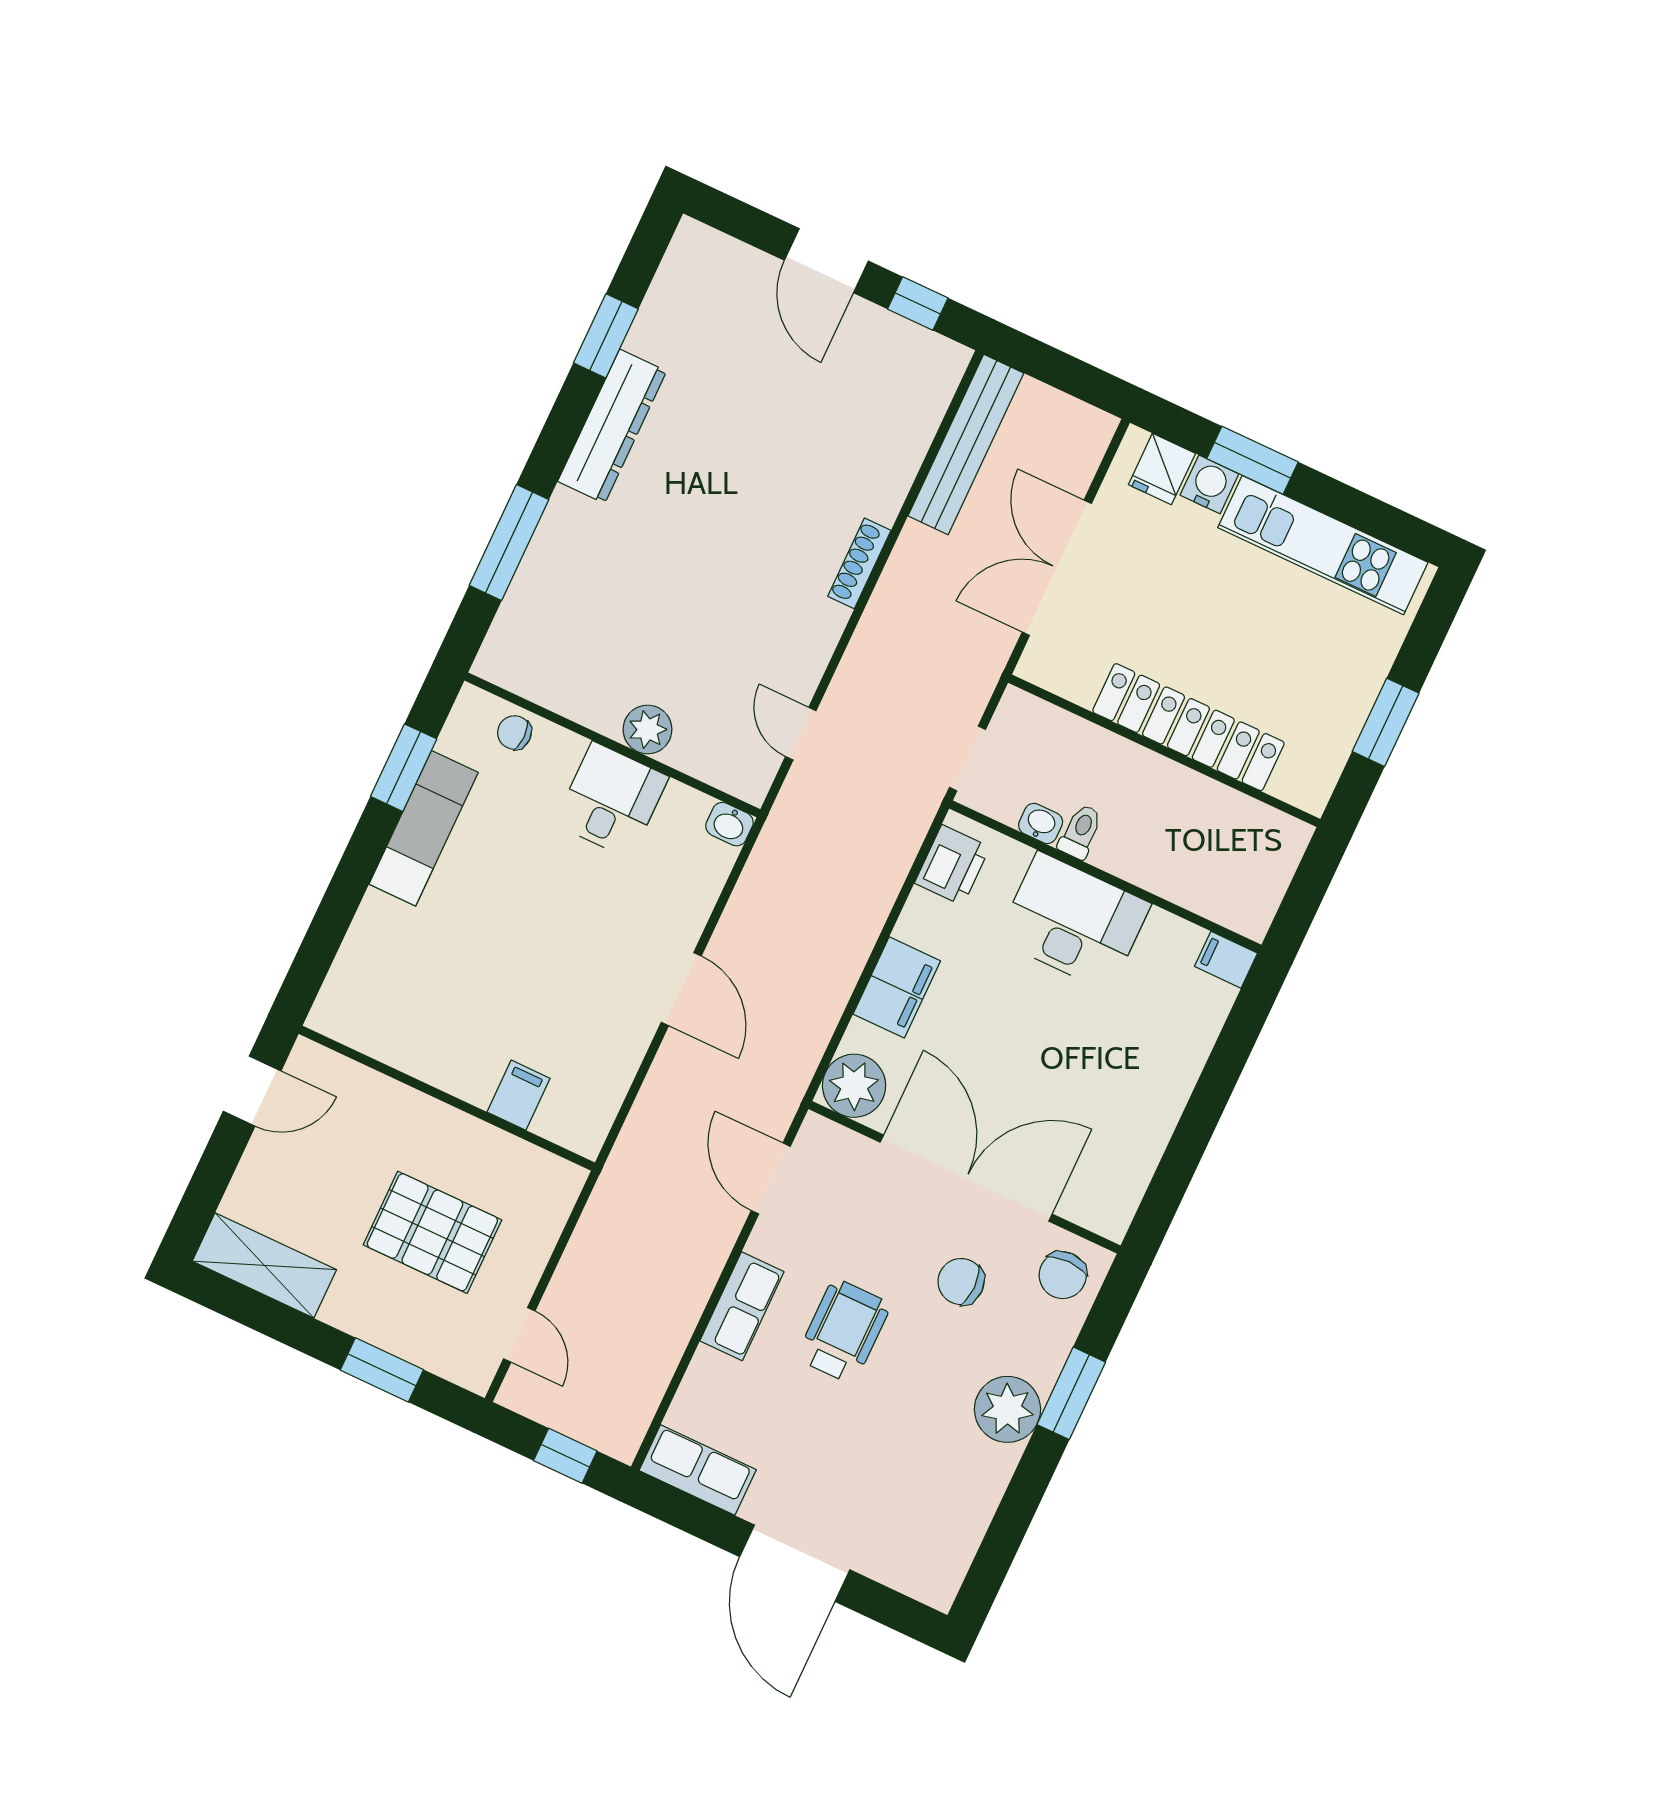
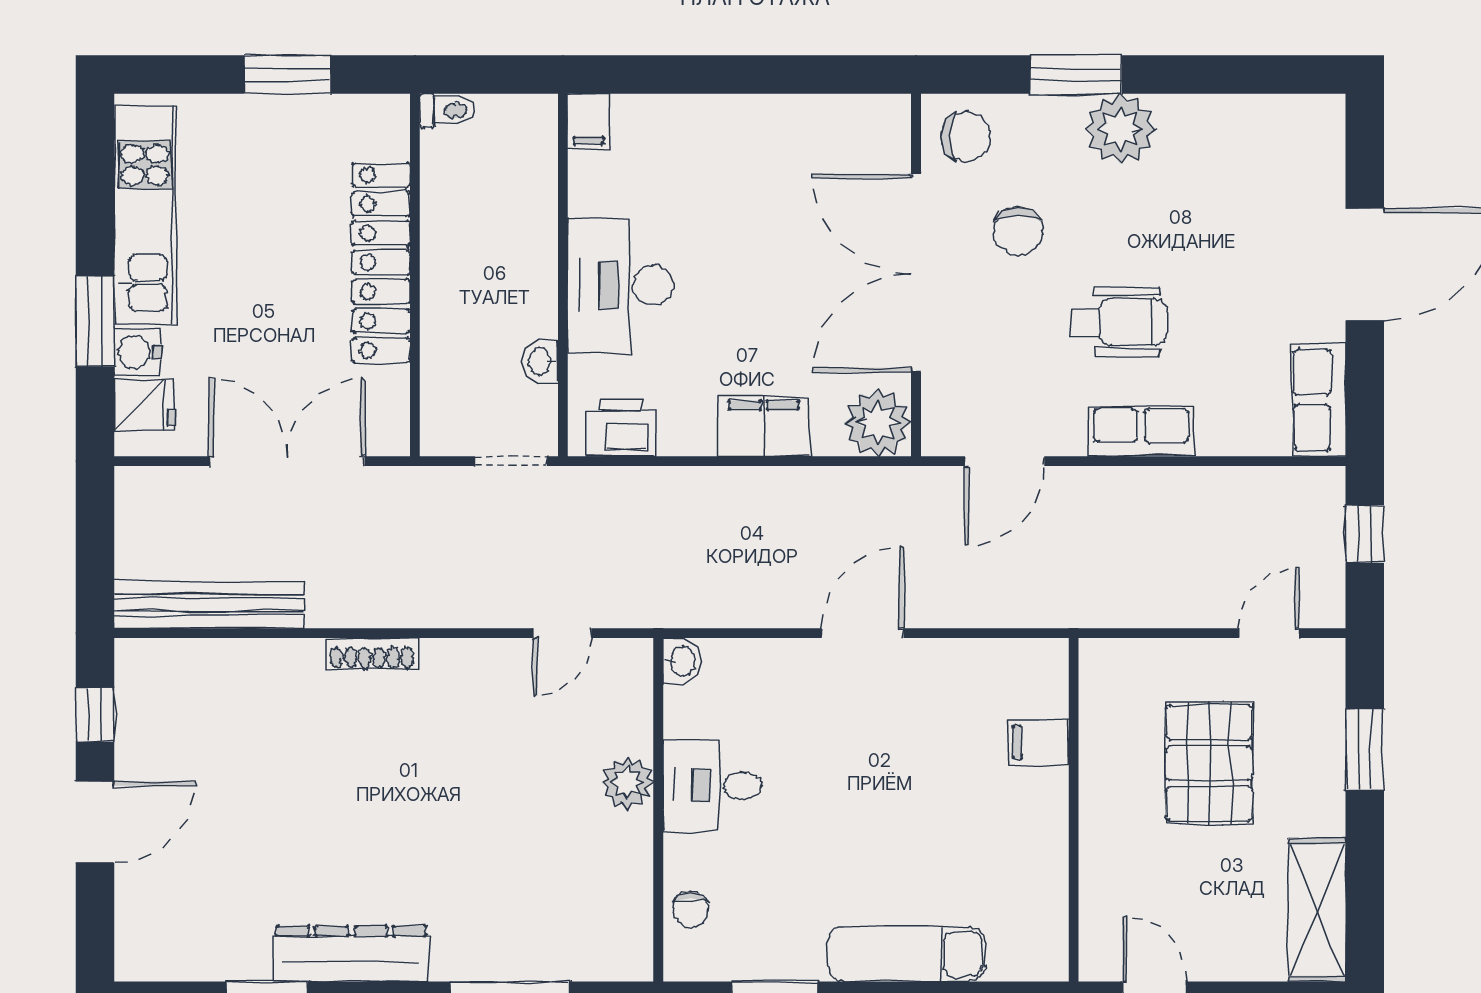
double door: (1057, 568) -> (287, 461), swing flipped
exam couch: (424, 828) -> (906, 954), moved
toilet: (1081, 832) -> (447, 111), moved, turned 180
wheelchair: (844, 1331) -> (1119, 322), turned 180

